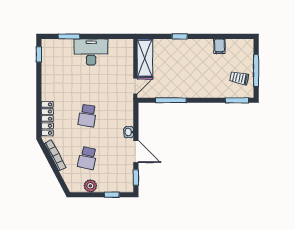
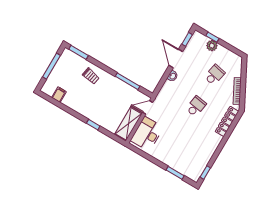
filing cabinet: (219, 46) -> (59, 95), moved
desk: (91, 52) -> (147, 134), moved, turned 90
trolley: (239, 78) -> (91, 76), moved
plant: (90, 186) -> (212, 46), moved

